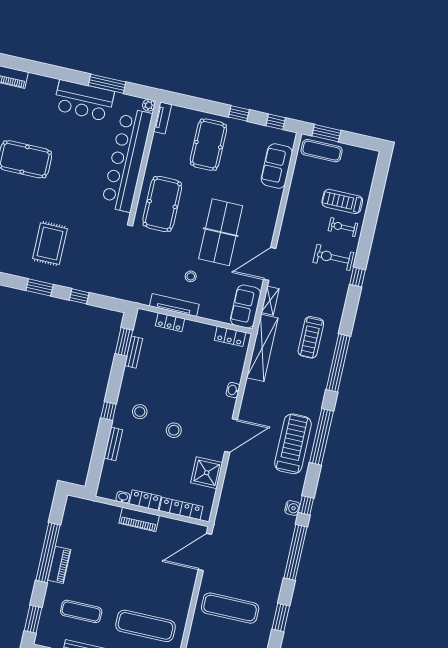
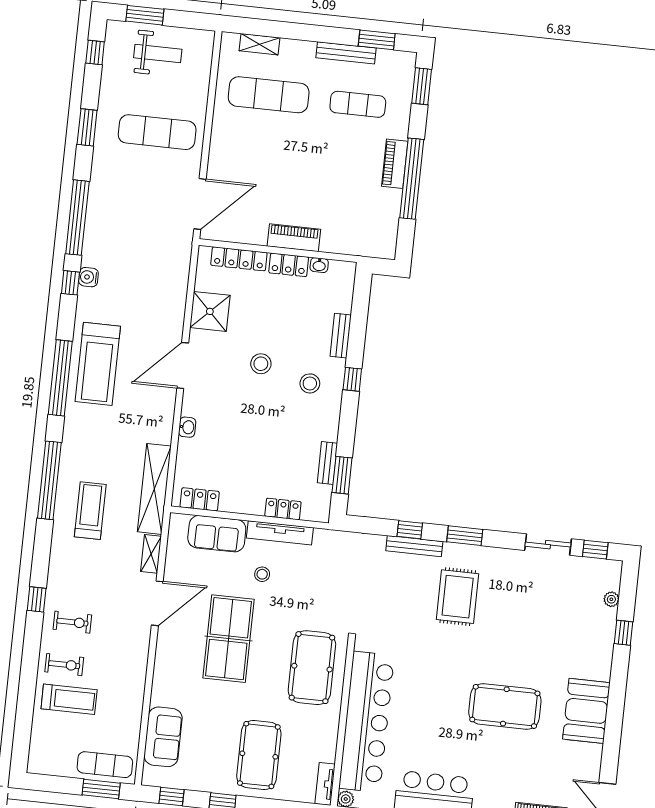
exercise bike: (333, 257) -> (72, 622), width x0.73, depth x0.72
bench: (77, 284) -> (414, 546), added
sofa: (246, 306) -> (217, 534), moved, turned 90

